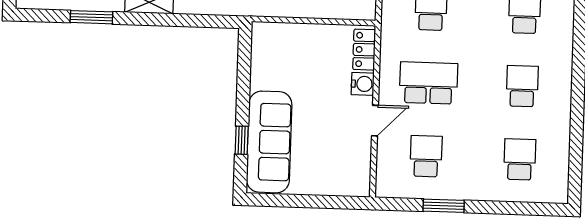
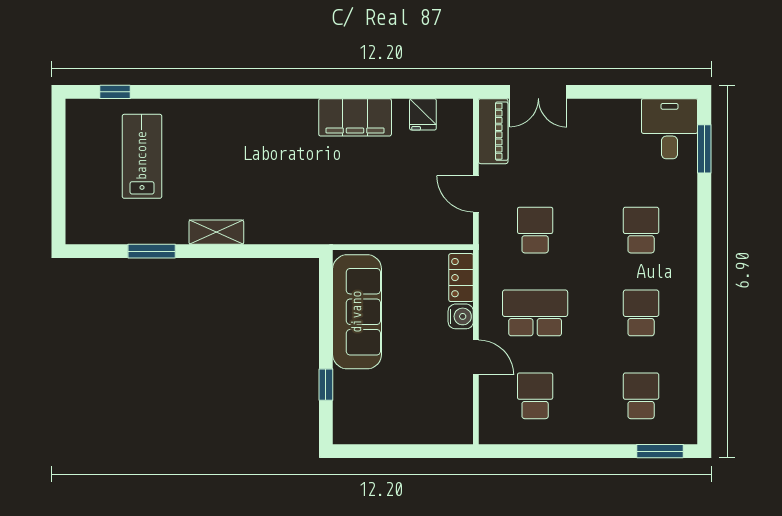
door: (375, 121) -> (476, 357), hinge flipped
sofa: (269, 142) -> (357, 312), moved
window: (444, 206) -> (660, 451), moved

